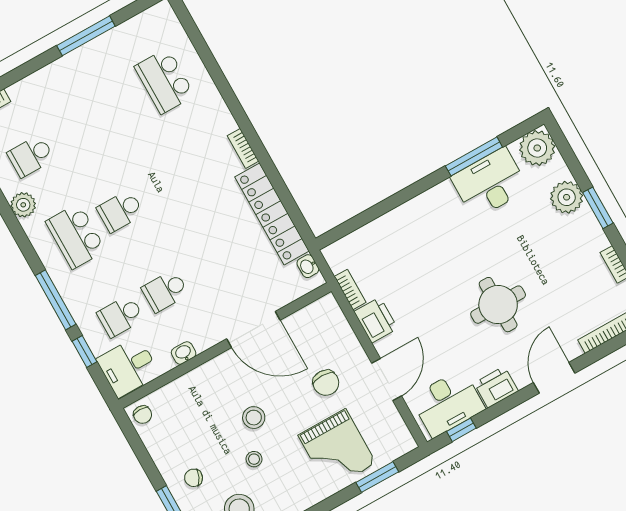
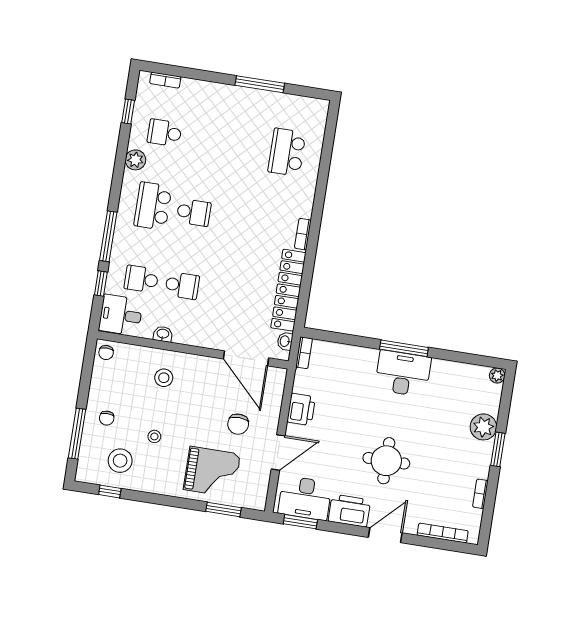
plant: (537, 148) -> (497, 376), width x0.53, depth x0.53
window: (474, 156) -> (404, 348), moved
desk: (490, 183) -> (403, 373), moved
school desk: (120, 211) -> (194, 212), turned 180
bookcase: (350, 289) -> (304, 353), moved
school desk: (165, 291) -> (182, 286), turned 180
door: (253, 329) -> (246, 358), moved
printer: (496, 387) -> (349, 511), width x1.37, depth x1.19
stool: (254, 418) -> (164, 378), moved
window: (461, 430) -> (300, 522), width x1.50
grand piano: (337, 449) -> (212, 472), turned -90
chair: (194, 478) -> (107, 418), turned -115

